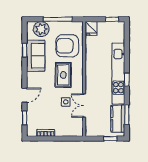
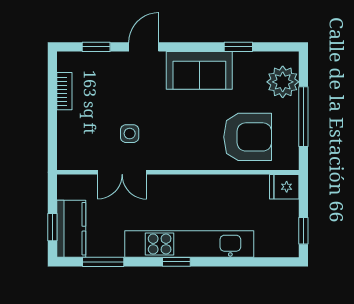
armchair: (67, 46) -> (248, 137), turned 90
sofa: (36, 56) -> (199, 70), moved
rug: (63, 75) -> (186, 128), removed
door: (25, 95) -> (144, 47), swing flipped
double door: (84, 106) -> (122, 172), swing flipped
kitchen counter: (118, 119) -> (71, 229), moved, turned 90

